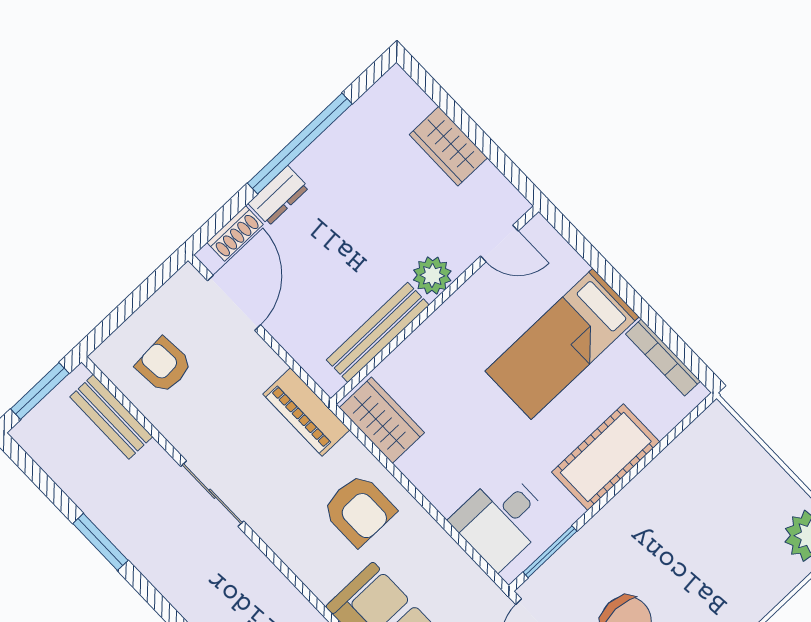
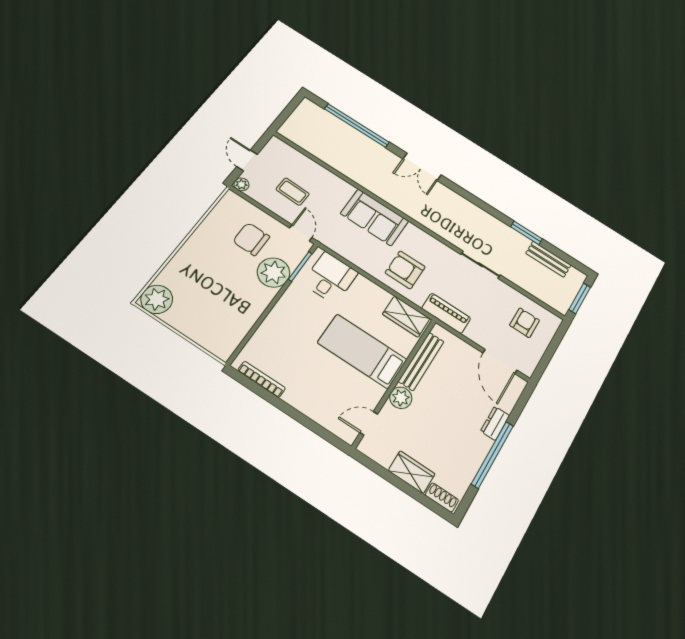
shoe rack: (235, 233) -> (442, 497), moved, turned 90
bed: (562, 344) -> (362, 351), moved, turned -90
armchair: (164, 365) -> (525, 323), turned -86
bench: (111, 417) -> (548, 259), moved
cot: (606, 457) -> (282, 320), removed
plant: (600, 549) -> (273, 273), added

